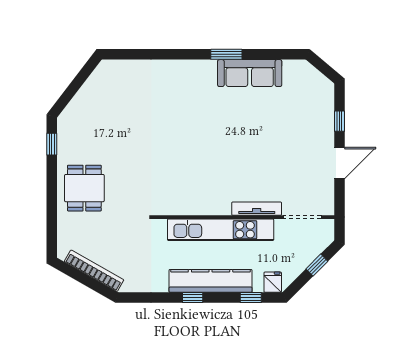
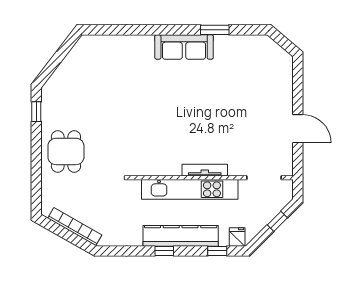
window: (226, 54) -> (215, 30), moved
sofa: (250, 73) -> (184, 47), moved
window: (339, 121) -> (298, 91), removed
door: (339, 163) -> (298, 129), hinge flipped
tv unit: (257, 209) -> (205, 170), moved

